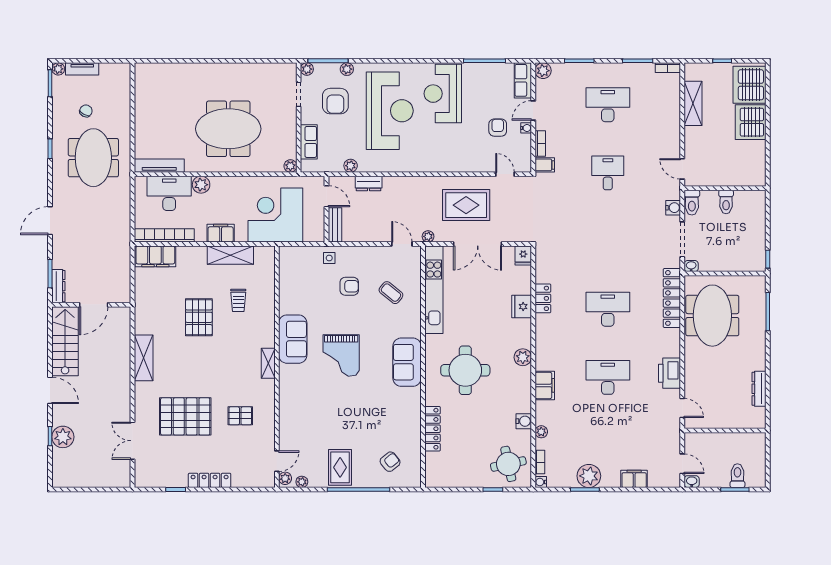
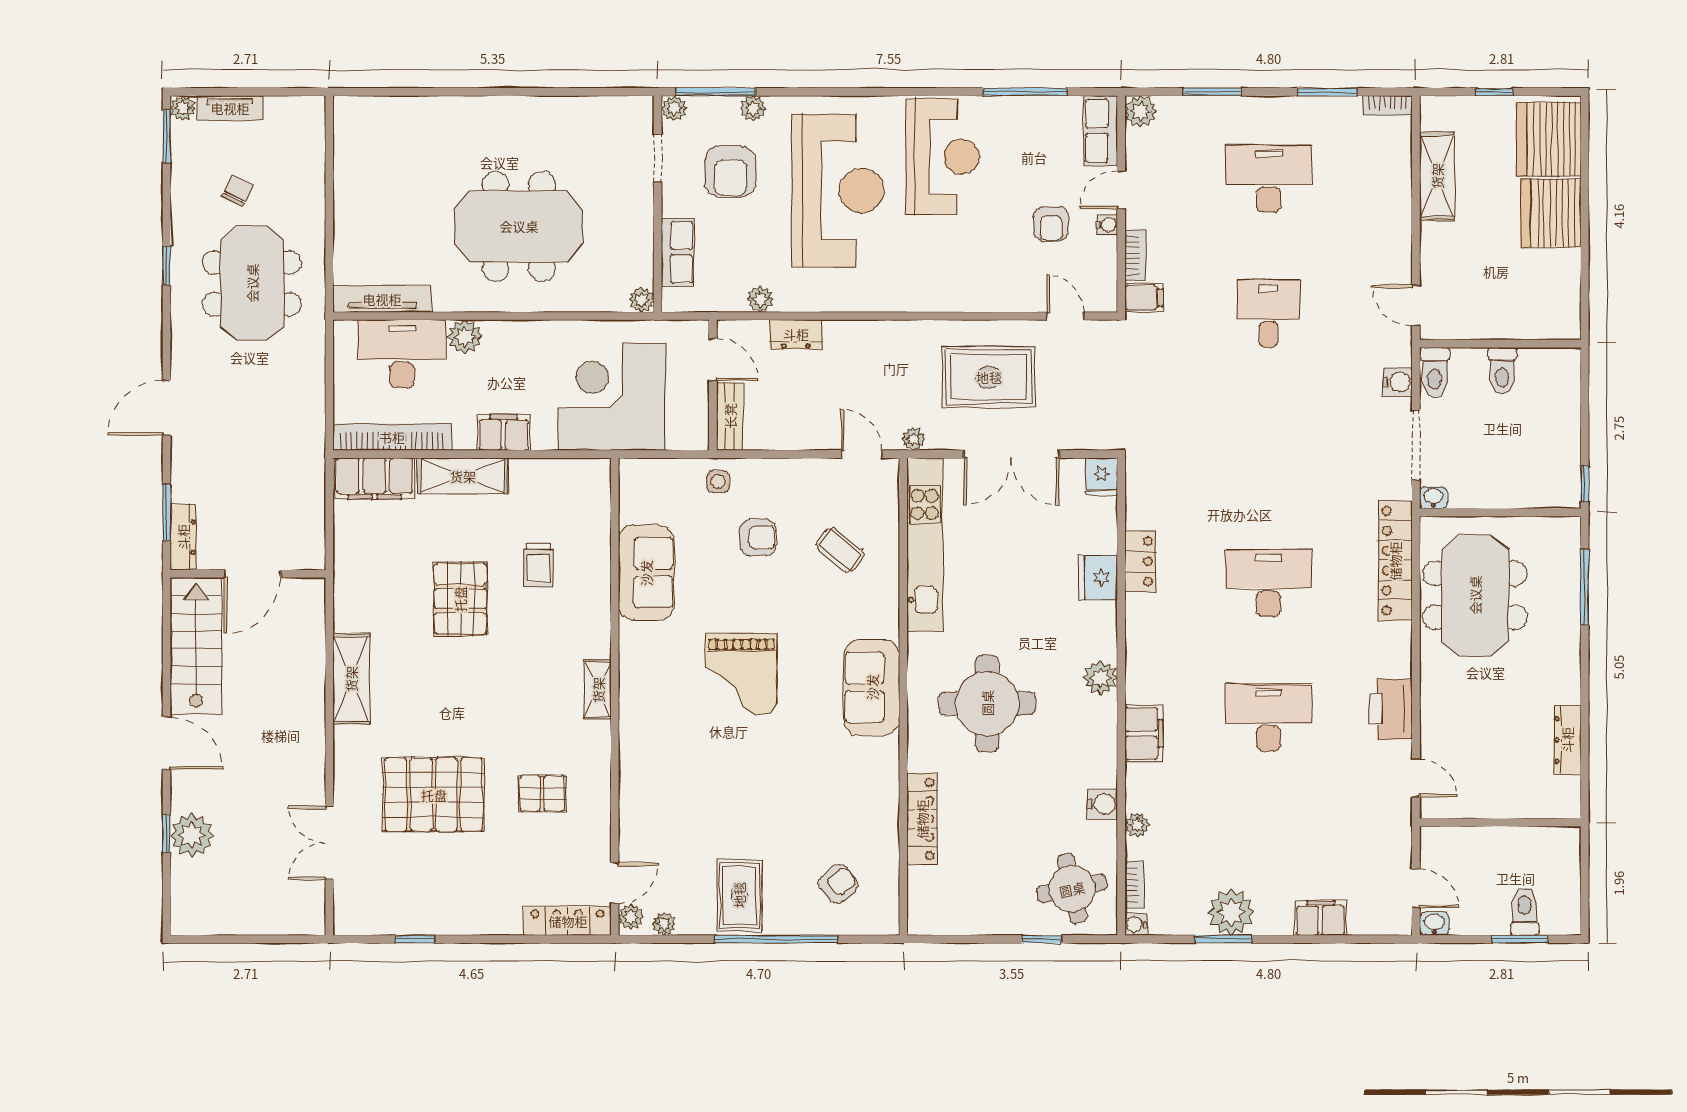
reception desk: (443, 94) -> (942, 157), turned 180
armchair: (498, 128) -> (1051, 224), turned 180
shelving: (230, 255) -> (463, 476), moved
sofa: (293, 339) -> (646, 573), moved
locker: (210, 480) -> (568, 921), moved

